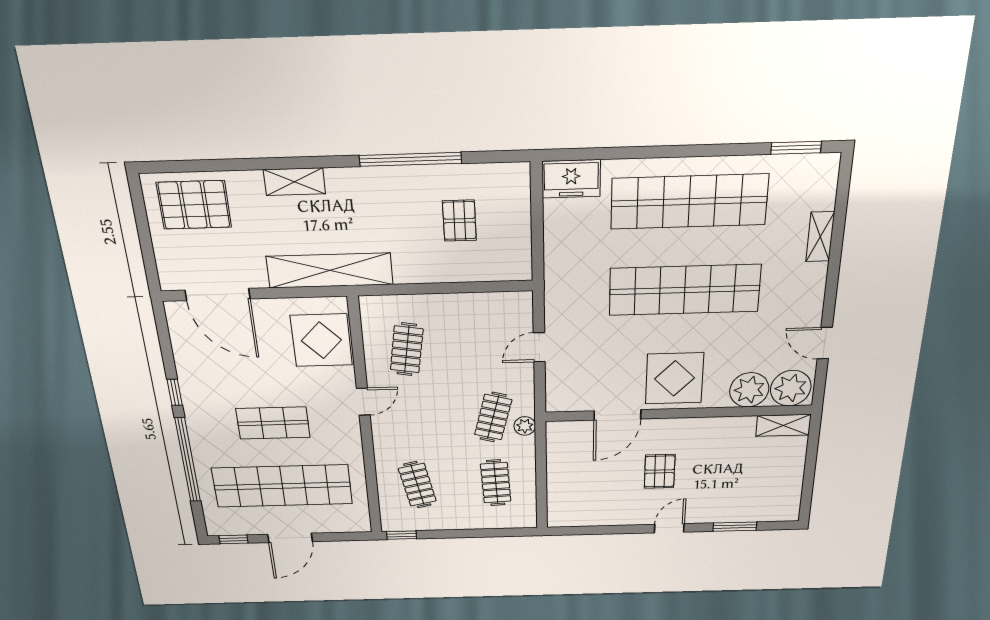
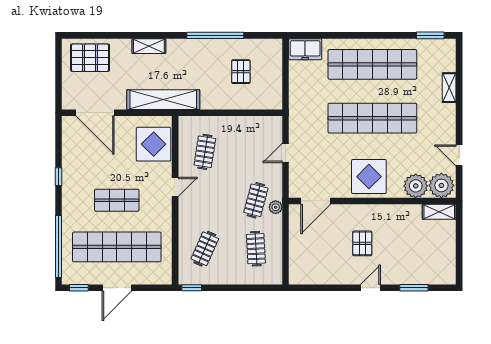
door: (617, 415) -> (316, 201), moved
window: (188, 460) -> (58, 247), moved
clothes rail: (417, 485) -> (205, 249), turned 36

